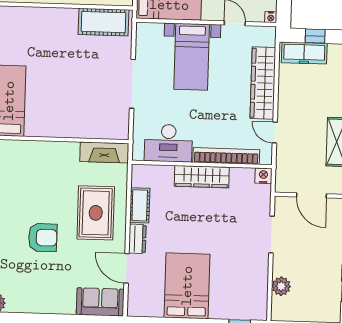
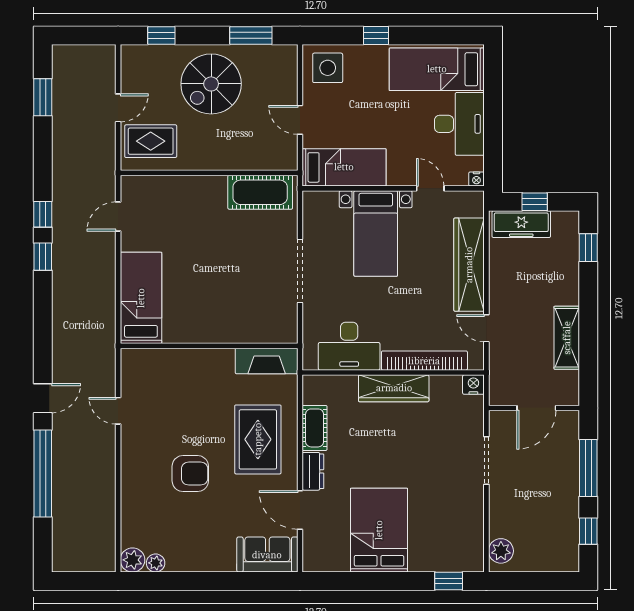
door: (311, 195) -> (536, 408), hinge flipped
plant: (281, 286) -> (501, 551), moved
plant: (14, 306) -> (156, 563), added

